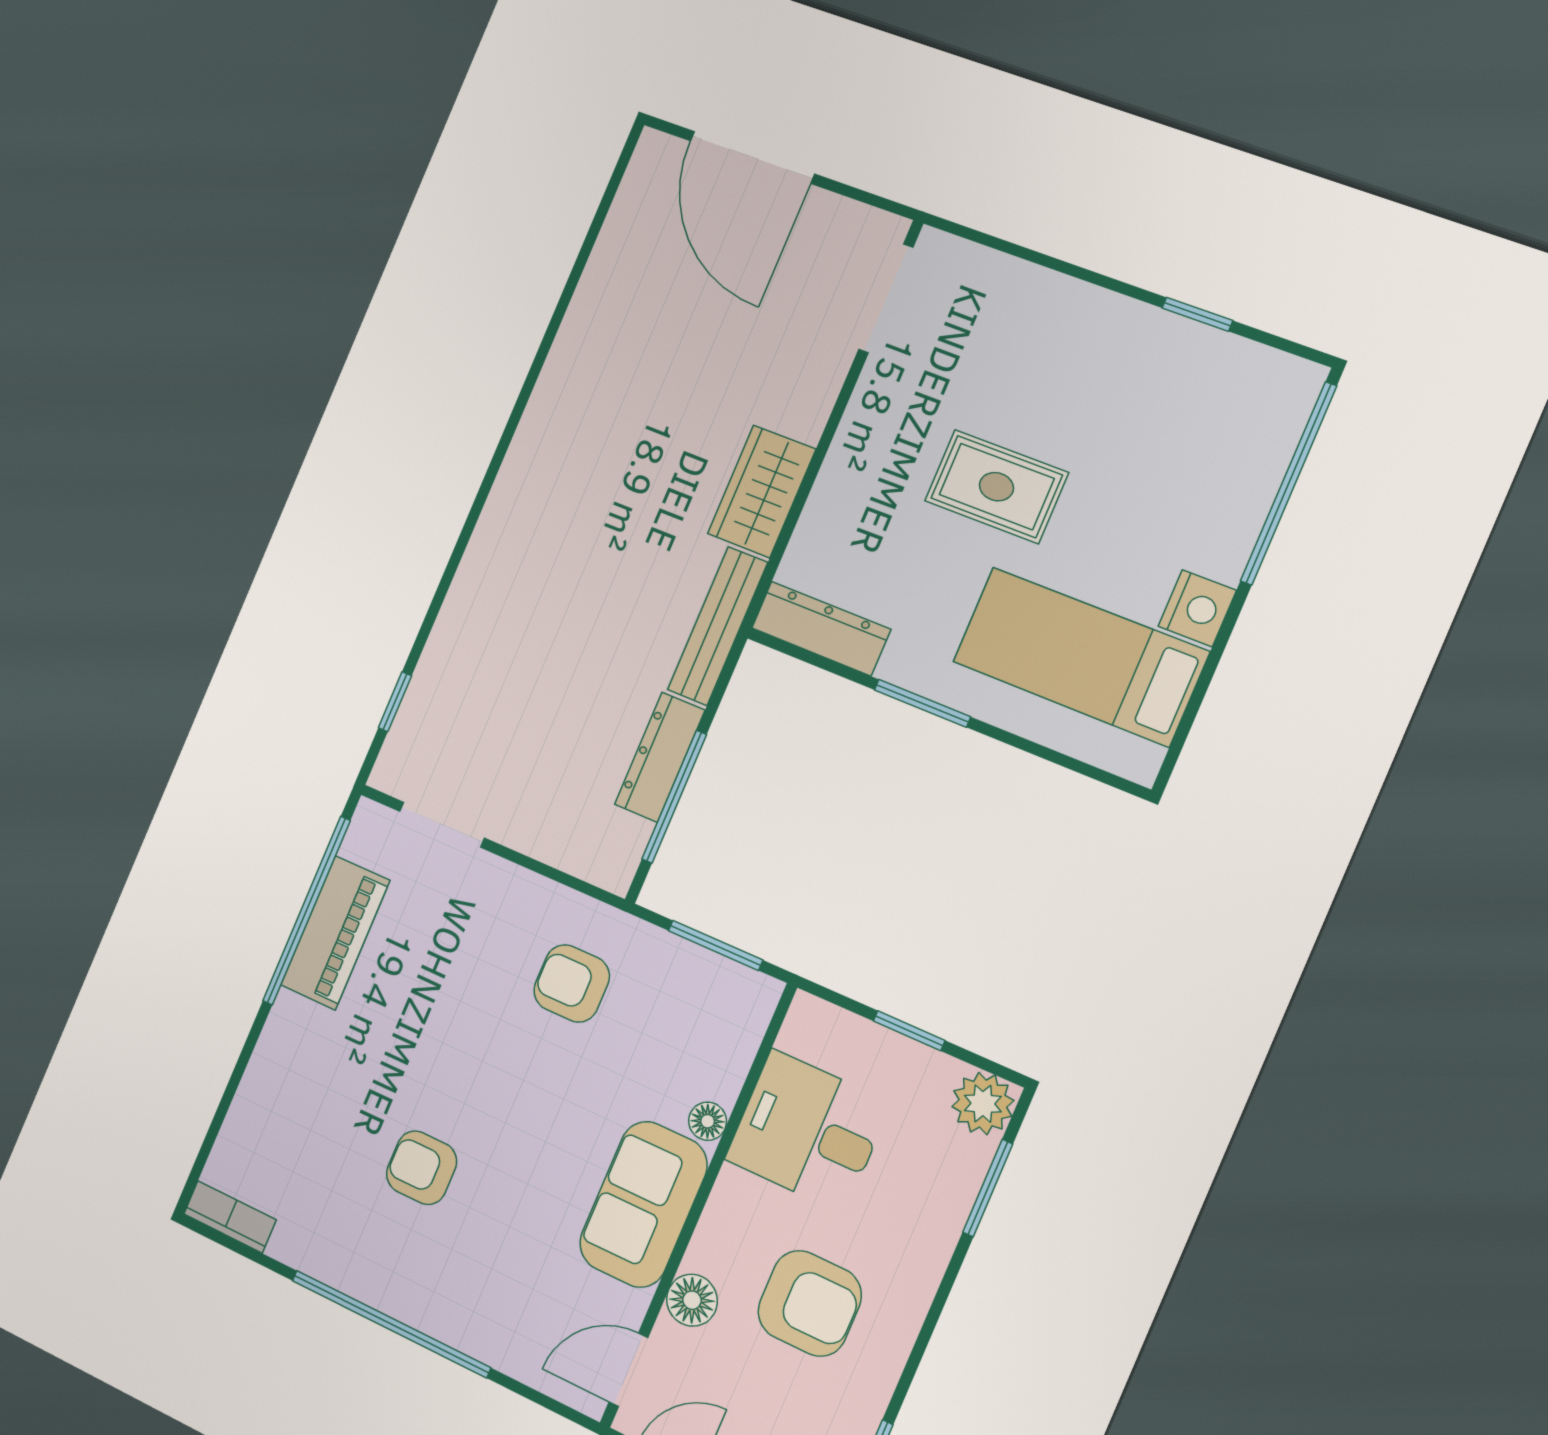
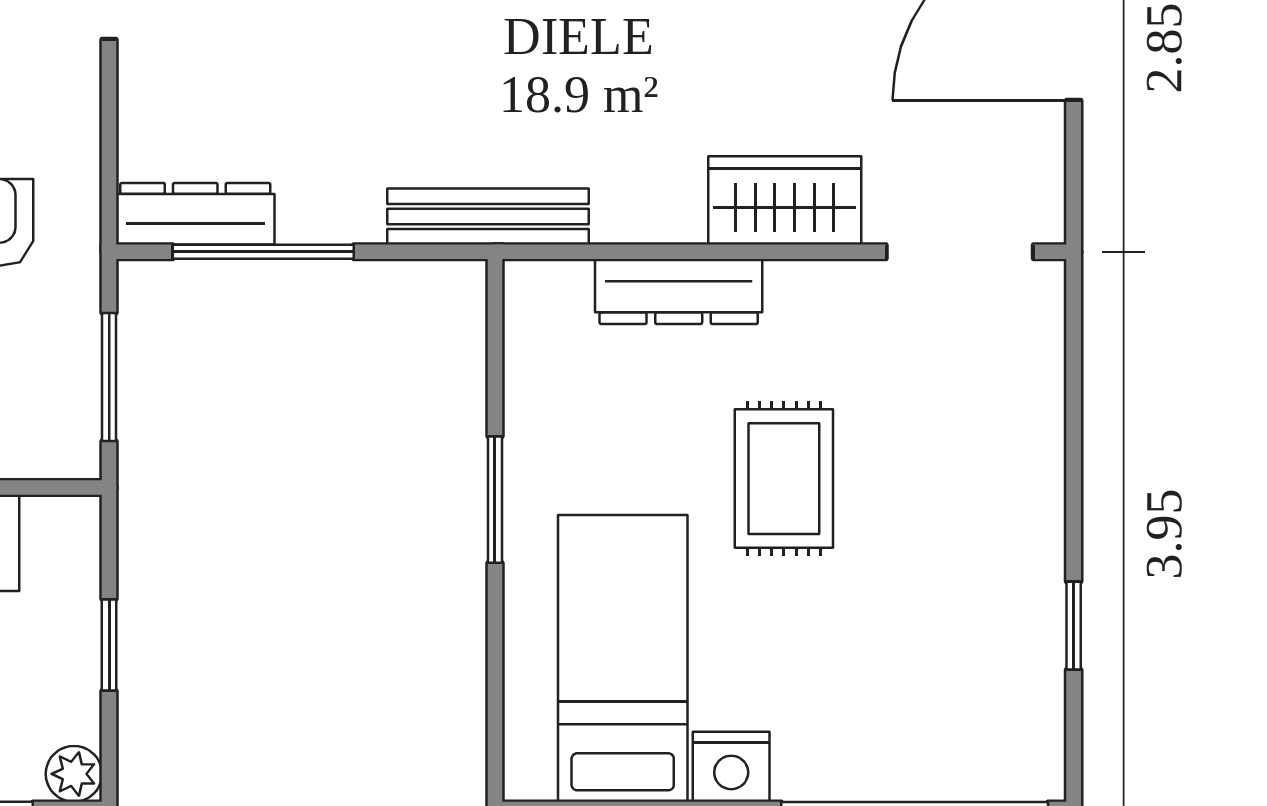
wardrobe: (762, 491) -> (785, 200), moved
dresser: (821, 629) -> (679, 292), moved, turned 90
dresser: (660, 757) -> (195, 214), moved
plant: (983, 1104) -> (74, 774), width x0.73, depth x0.73

